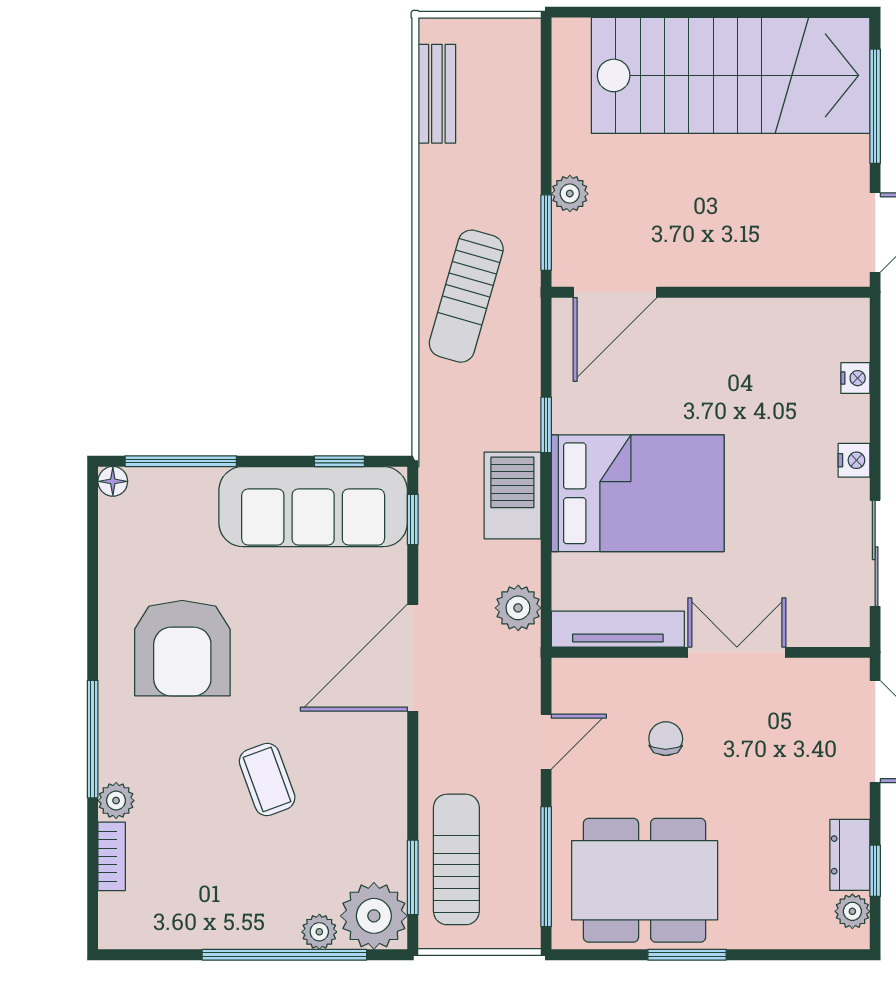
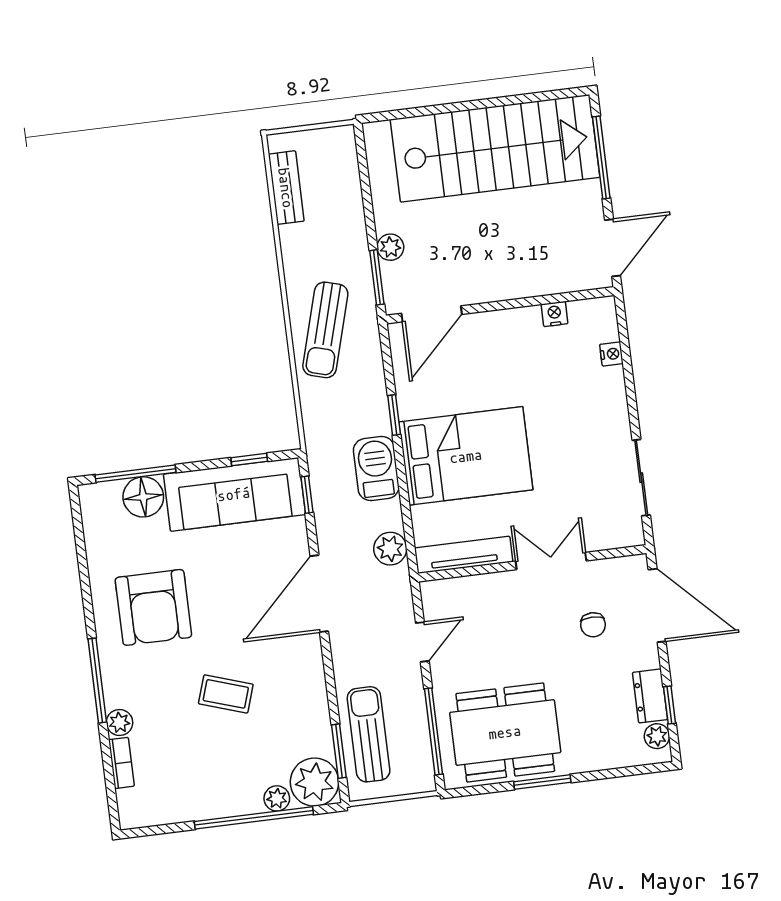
nightstand: (854, 460) -> (554, 314), moved, turned -90
floor lamp: (113, 481) -> (143, 497), moved, width x1.89, depth x1.89
chair: (666, 739) -> (593, 625), moved, turned 180
coffee table: (267, 780) -> (226, 694), turned -52

